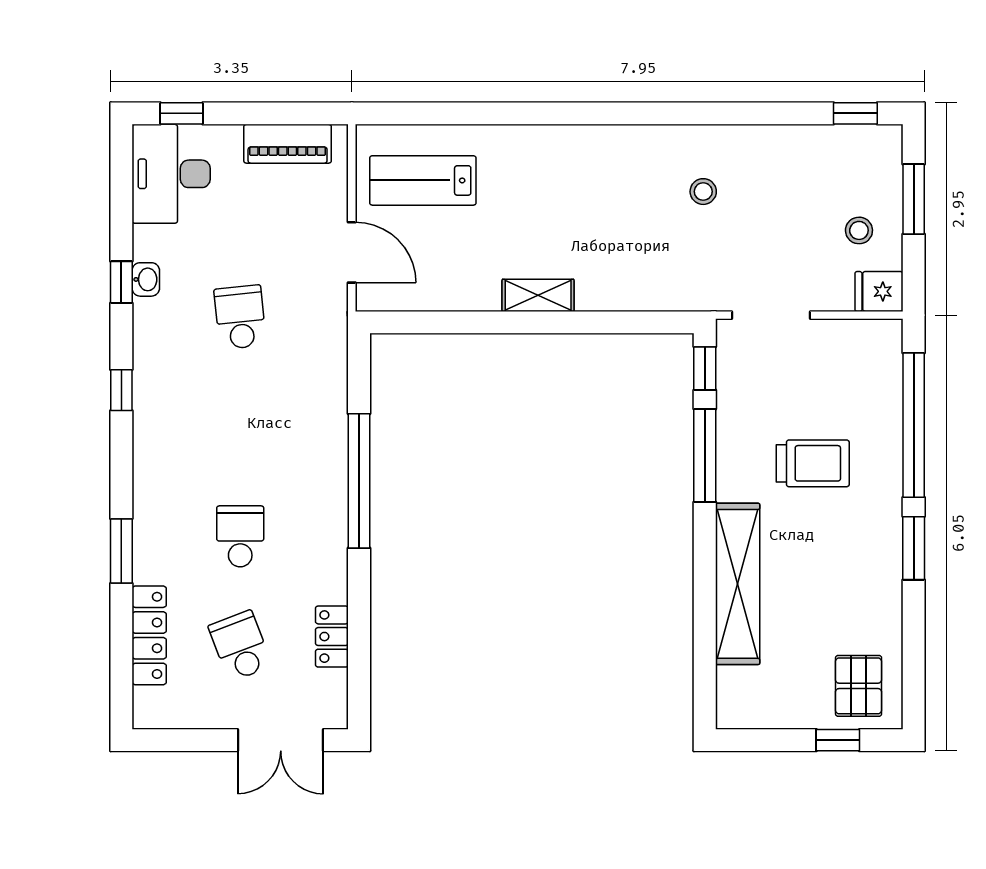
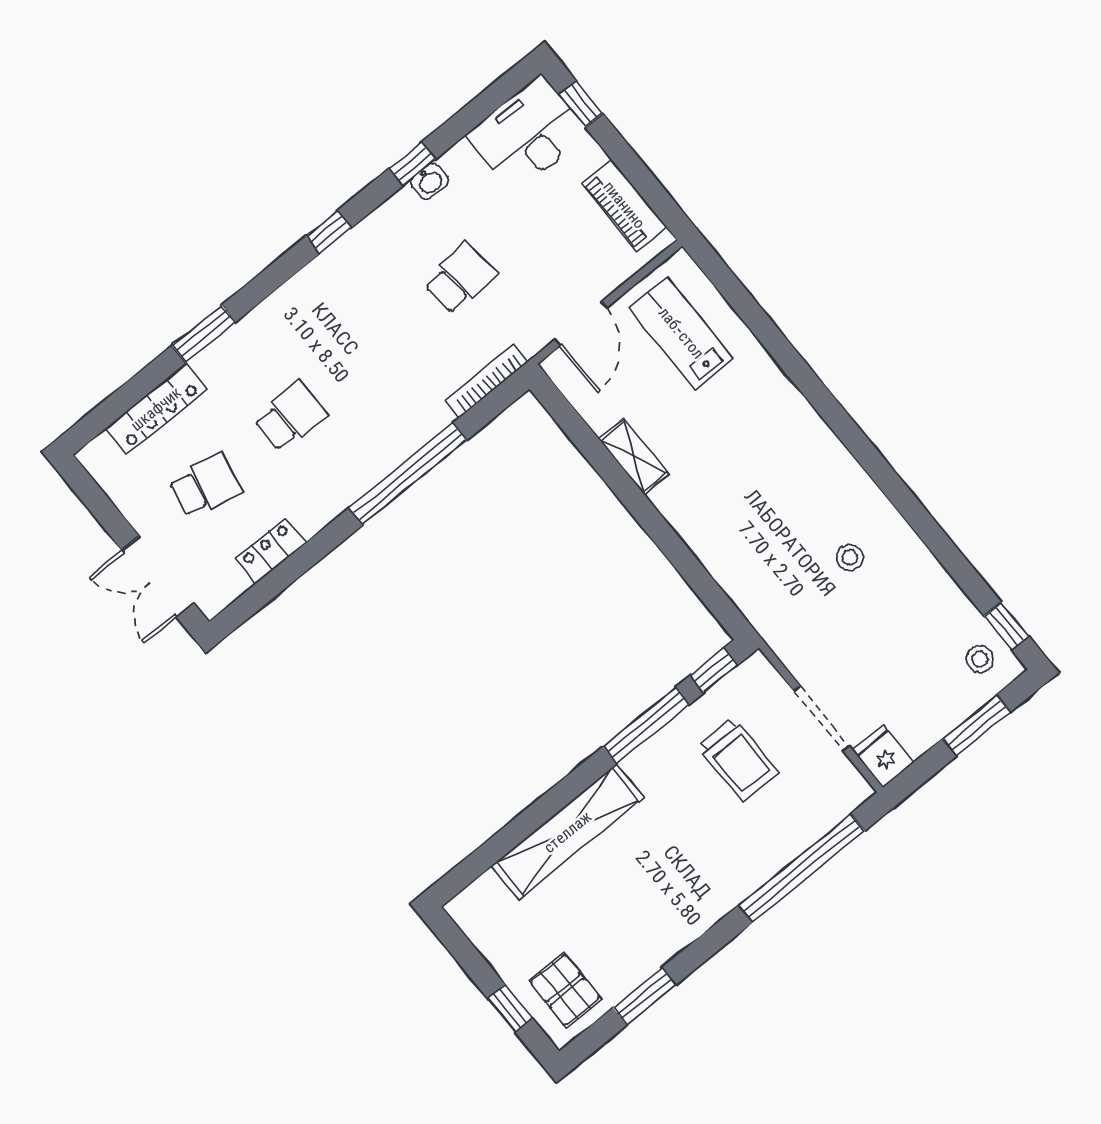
stool: (859, 230) -> (980, 659), moved
shelving: (538, 295) -> (634, 457), moved
doorway: (771, 315) -> (822, 718), moved
bookcase: (337, 361) -> (487, 381), added
trolley: (813, 463) -> (738, 759), moved
window: (914, 548) -> (644, 996), moved
school desk: (240, 646) -> (205, 486), turned 33
pallet: (859, 686) -> (565, 990), turned 90

